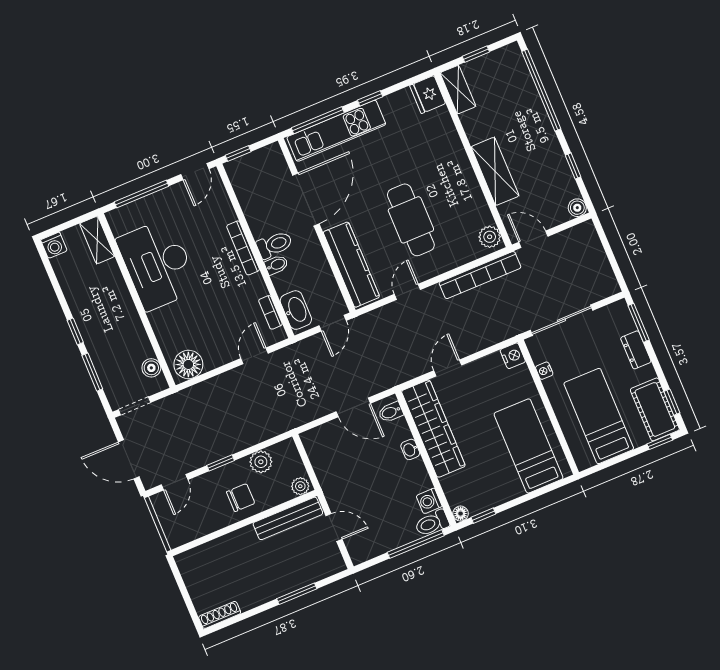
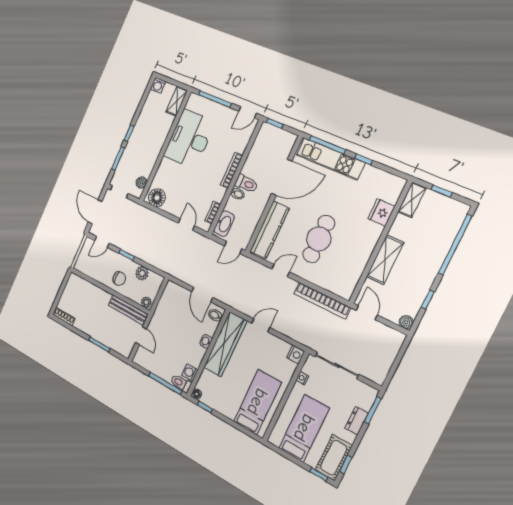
fridge: (428, 95) -> (381, 212), moved
plant: (490, 237) -> (347, 288), removed
door: (254, 356) -> (186, 224), hinge flipped

